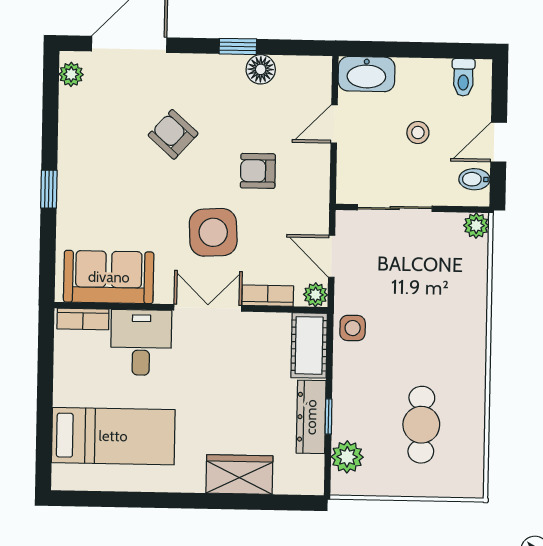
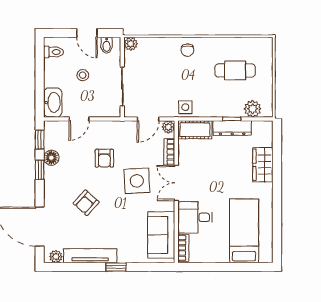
window: (296, 48) -> (40, 139), added
door: (334, 124) -> (79, 119), hinge flipped
tv unit: (71, 140) -> (90, 256), added
chair: (462, 334) -> (187, 50), added

